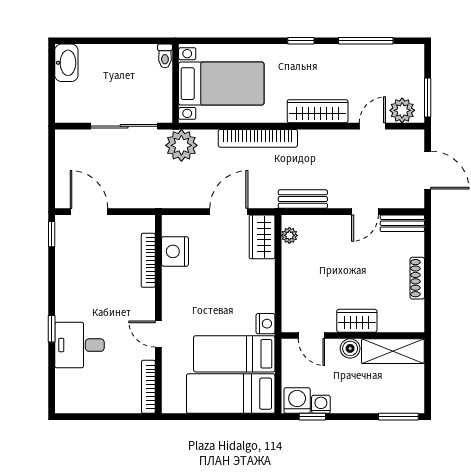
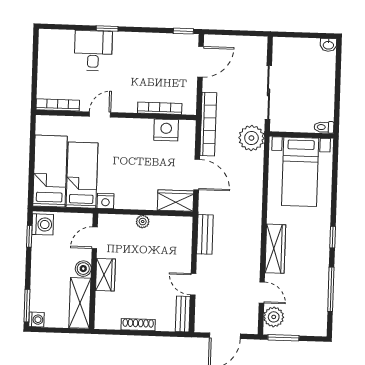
washbasin: (66, 63) -> (328, 45), width x0.52, depth x0.69
bookcase: (258, 138) -> (208, 124), moved, turned 180
plant: (289, 235) -> (143, 222), moved
washing machine: (321, 404) -> (36, 320), moved

